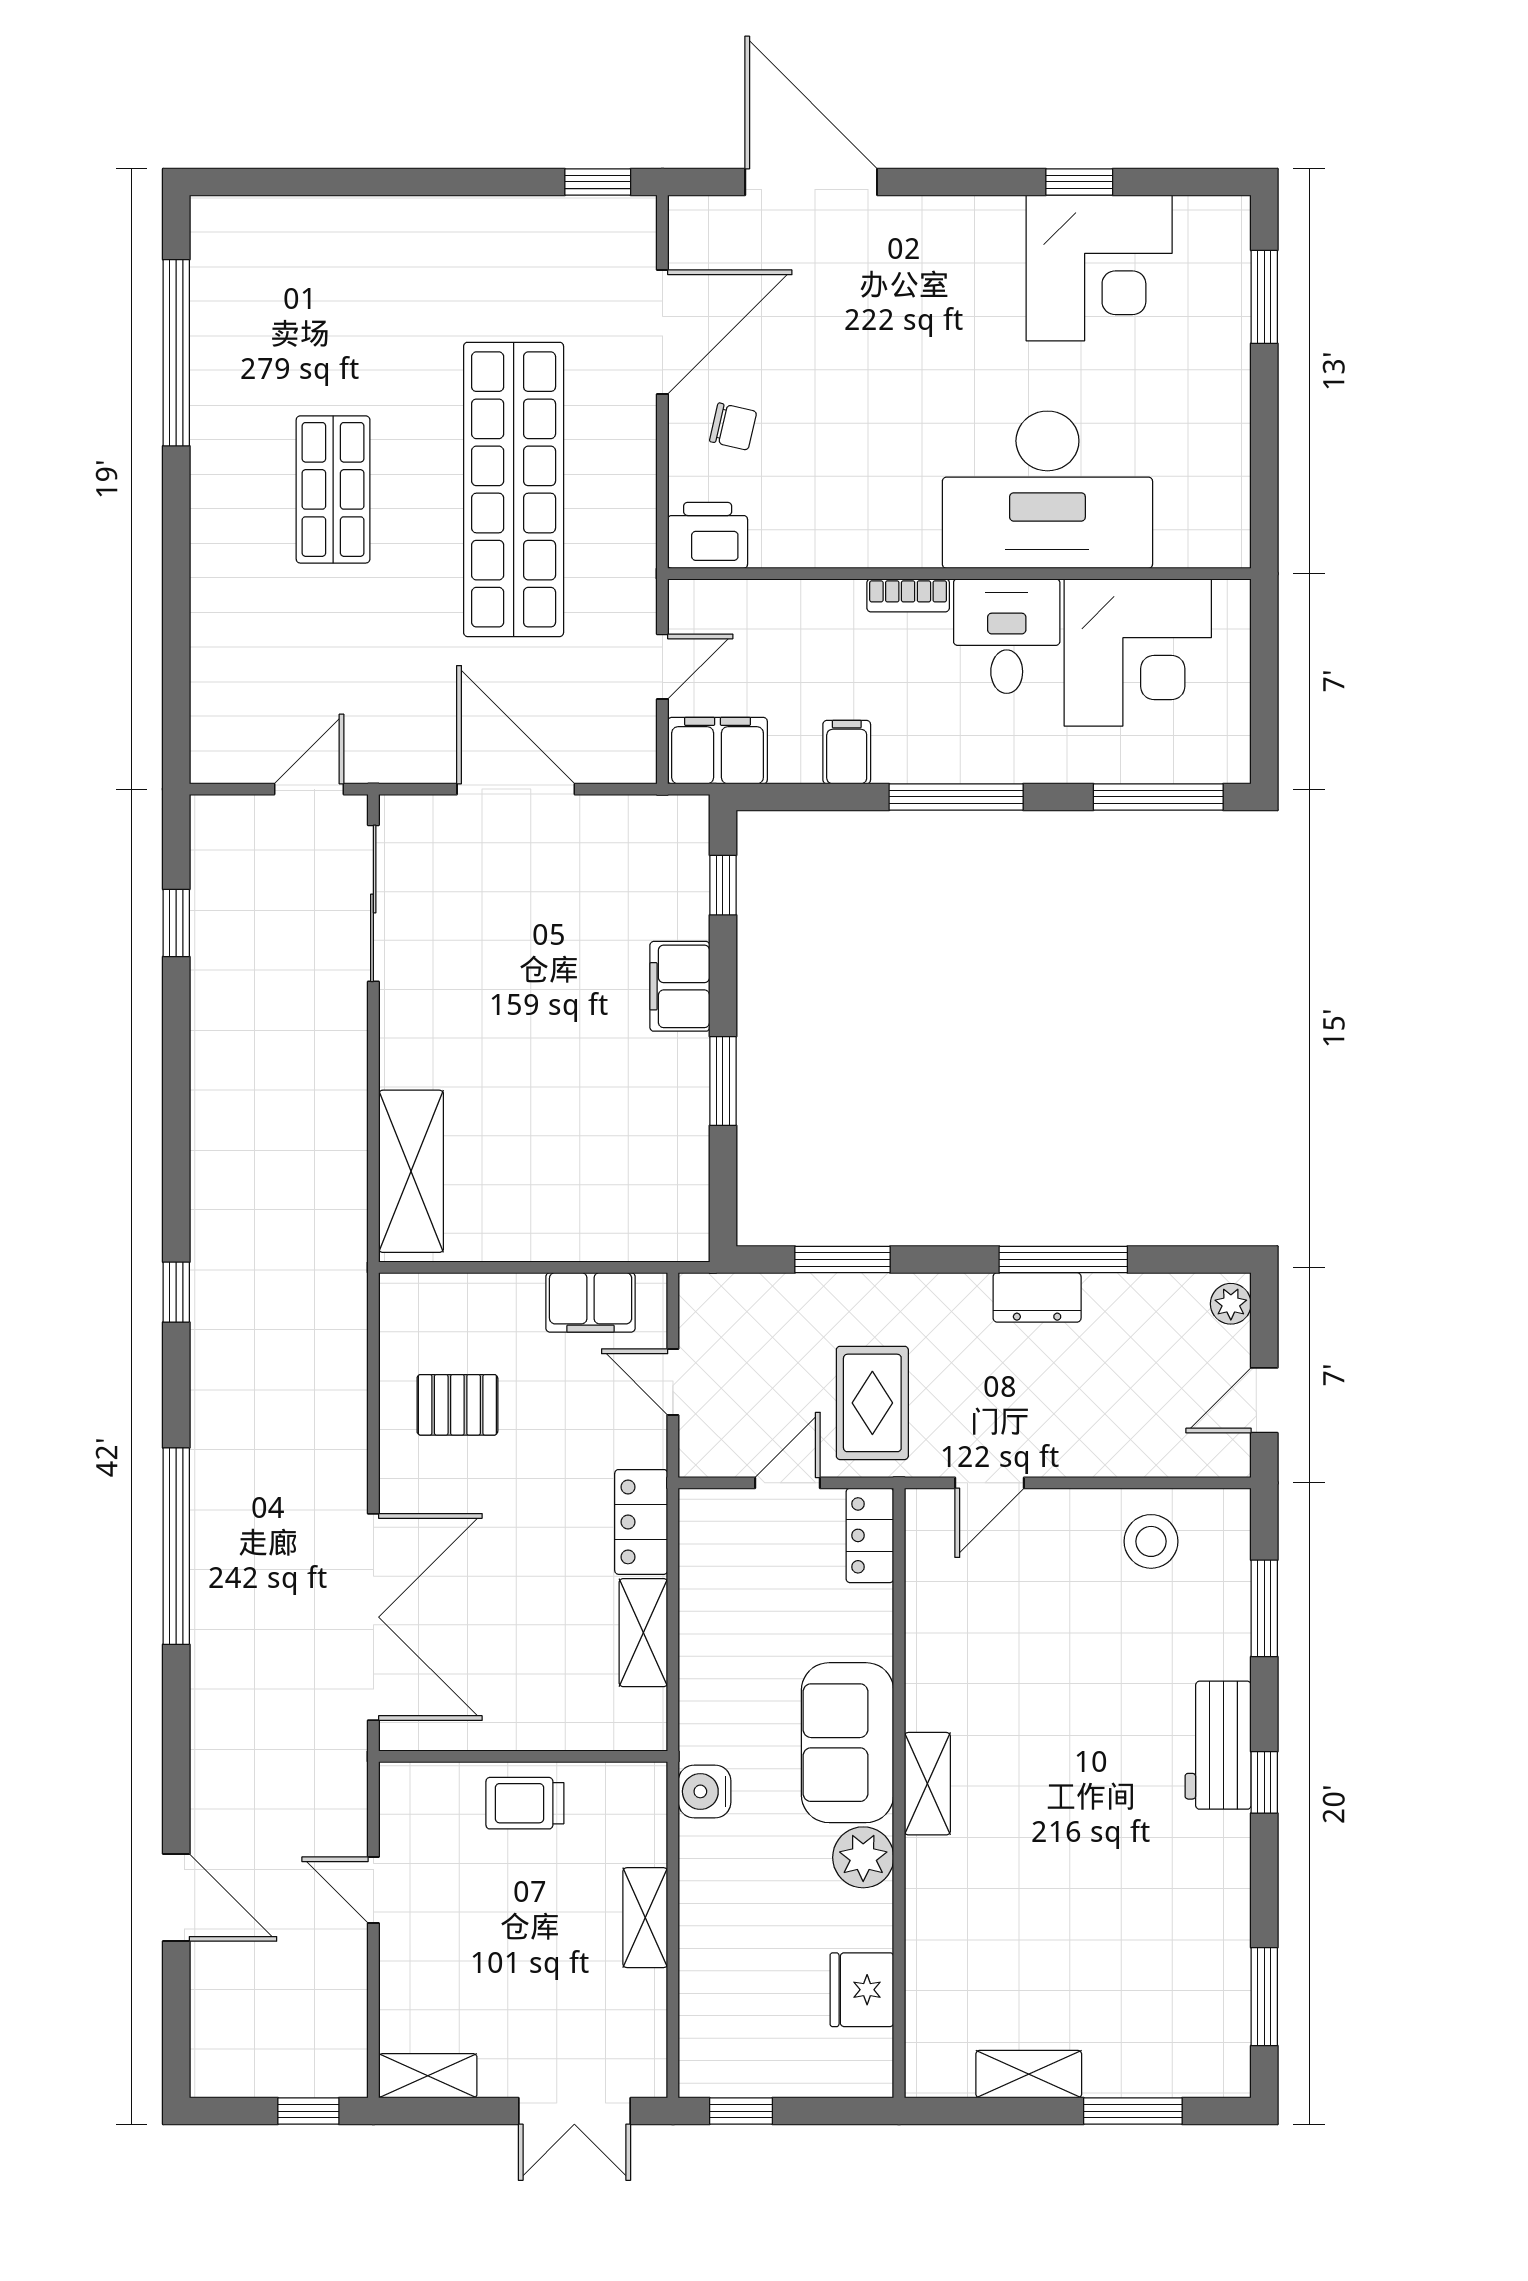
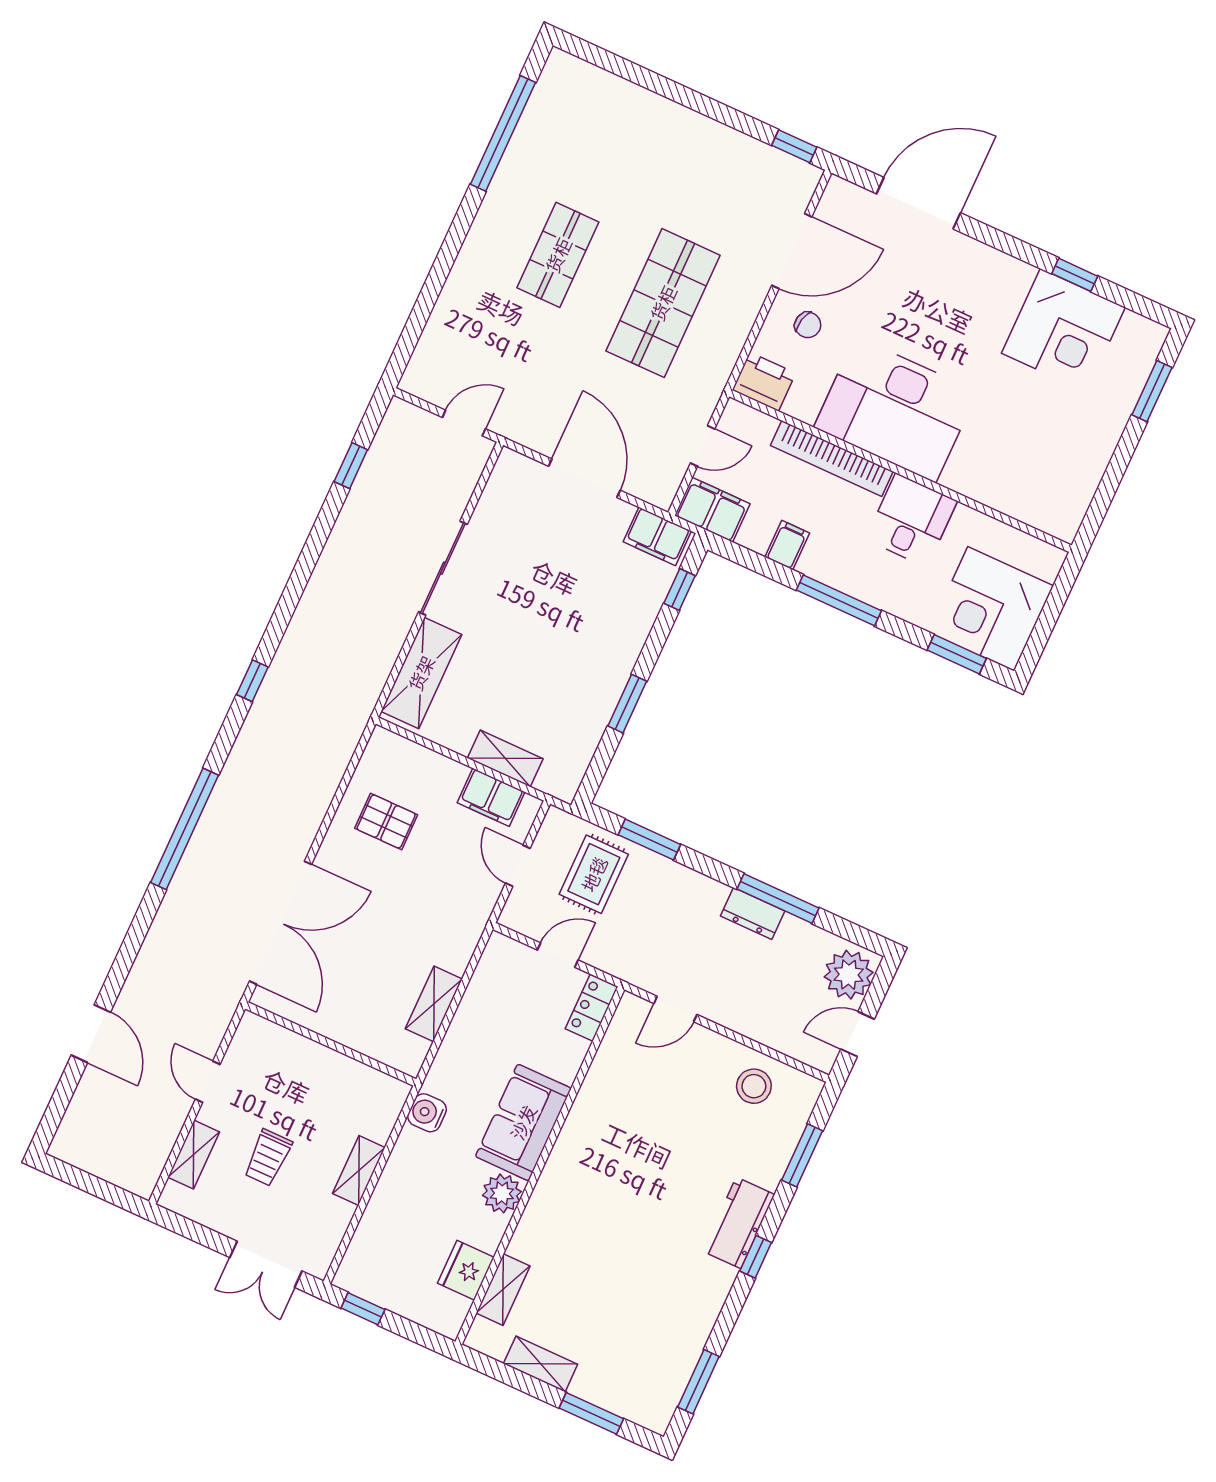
door: (811, 182) -> (919, 203), hinge flipped
shop shelf: (514, 489) -> (663, 303), width x0.71
desk: (1047, 490) -> (895, 410), moved
bookcase: (908, 595) -> (832, 459), width x2.31, depth x1.31
corner desk: (1138, 652) -> (991, 609), moved, turned 90
window: (1158, 797) -> (957, 654), width x0.69
sliding door: (373, 903) -> (443, 568), moved
filing cabinet: (680, 986) -> (657, 536), moved, turned -90
shelving: (585, 1238) -> (505, 758), added
plant: (1231, 1304) -> (849, 975), width x1.88, depth x1.88
rug: (872, 1403) -> (594, 874), moved
locker: (641, 1522) -> (462, 939), removed
shelving: (927, 1784) -> (503, 1290), moved
trolley: (525, 1803) -> (268, 1158), moved, turned -90
shelving: (428, 2076) -> (194, 1155), moved, turned 90
window: (308, 2111) -> (111, 1193), removed

